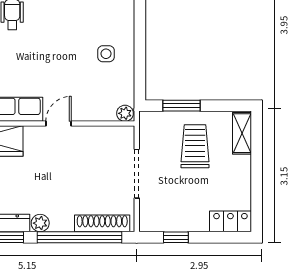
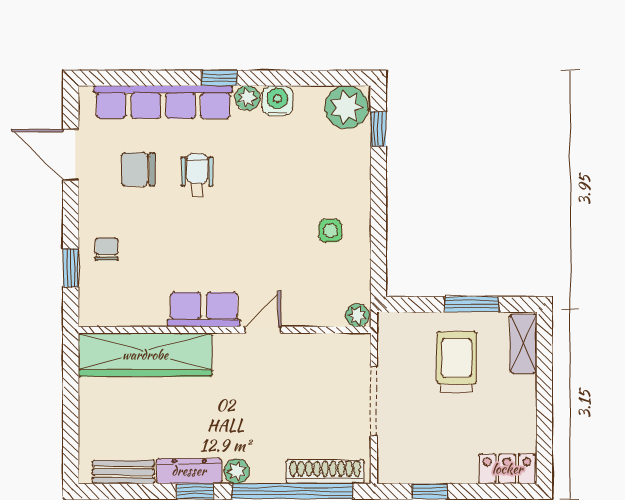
window: (181, 106) -> (472, 304), moved

